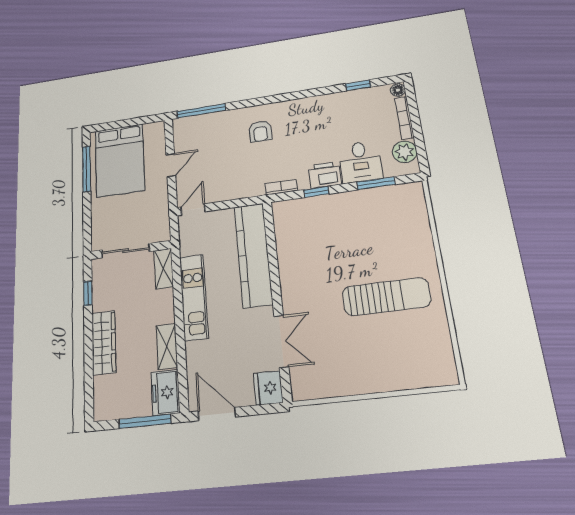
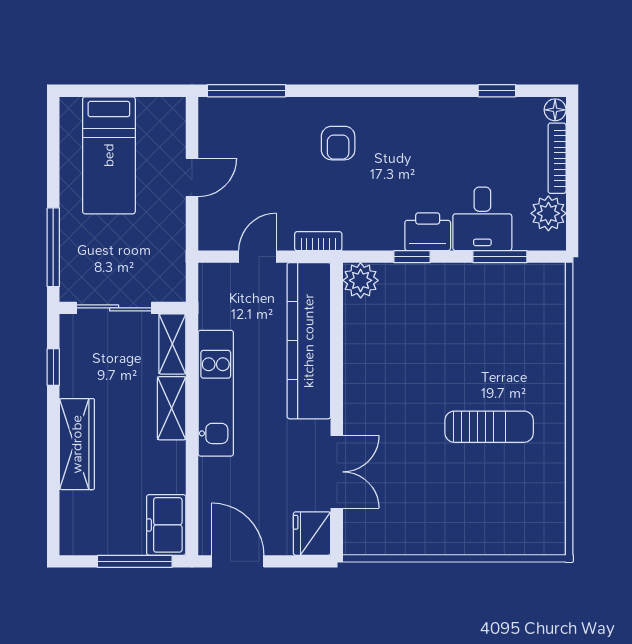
bed: (120, 160) -> (109, 155), width x0.67
window: (87, 169) -> (53, 247), moved
bookcase: (281, 187) -> (318, 241), moved
door: (193, 209) -> (257, 257), moved
plant: (284, 211) -> (361, 280), added
sun lounger: (386, 297) -> (489, 427), width x0.73, depth x0.75
shelving: (167, 346) -> (172, 408), moved

